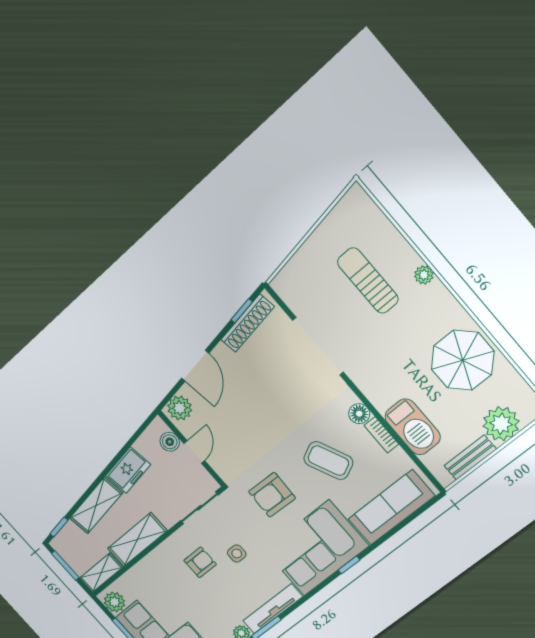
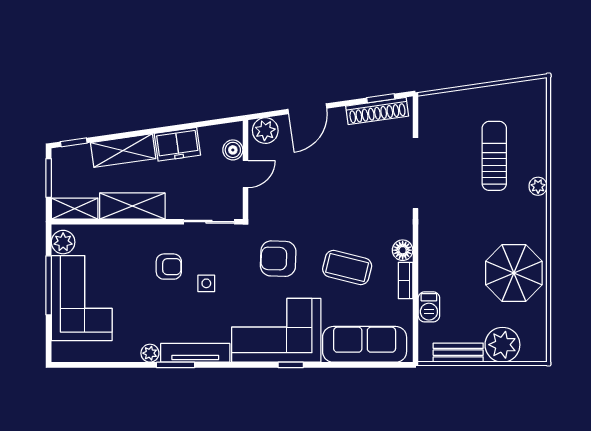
barbecue: (413, 427) -> (429, 307), width x0.53, depth x0.65
coffee table: (328, 461) -> (347, 268), turned -51

